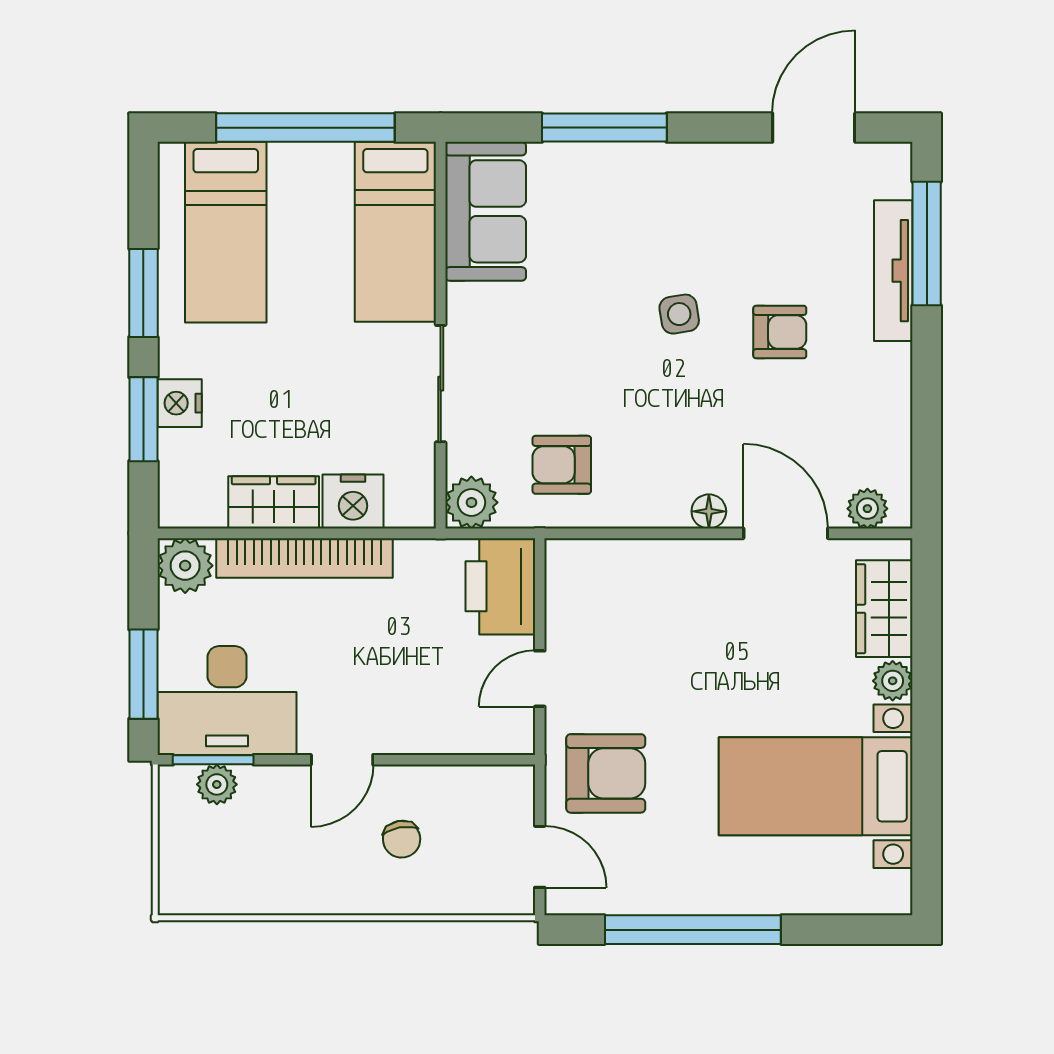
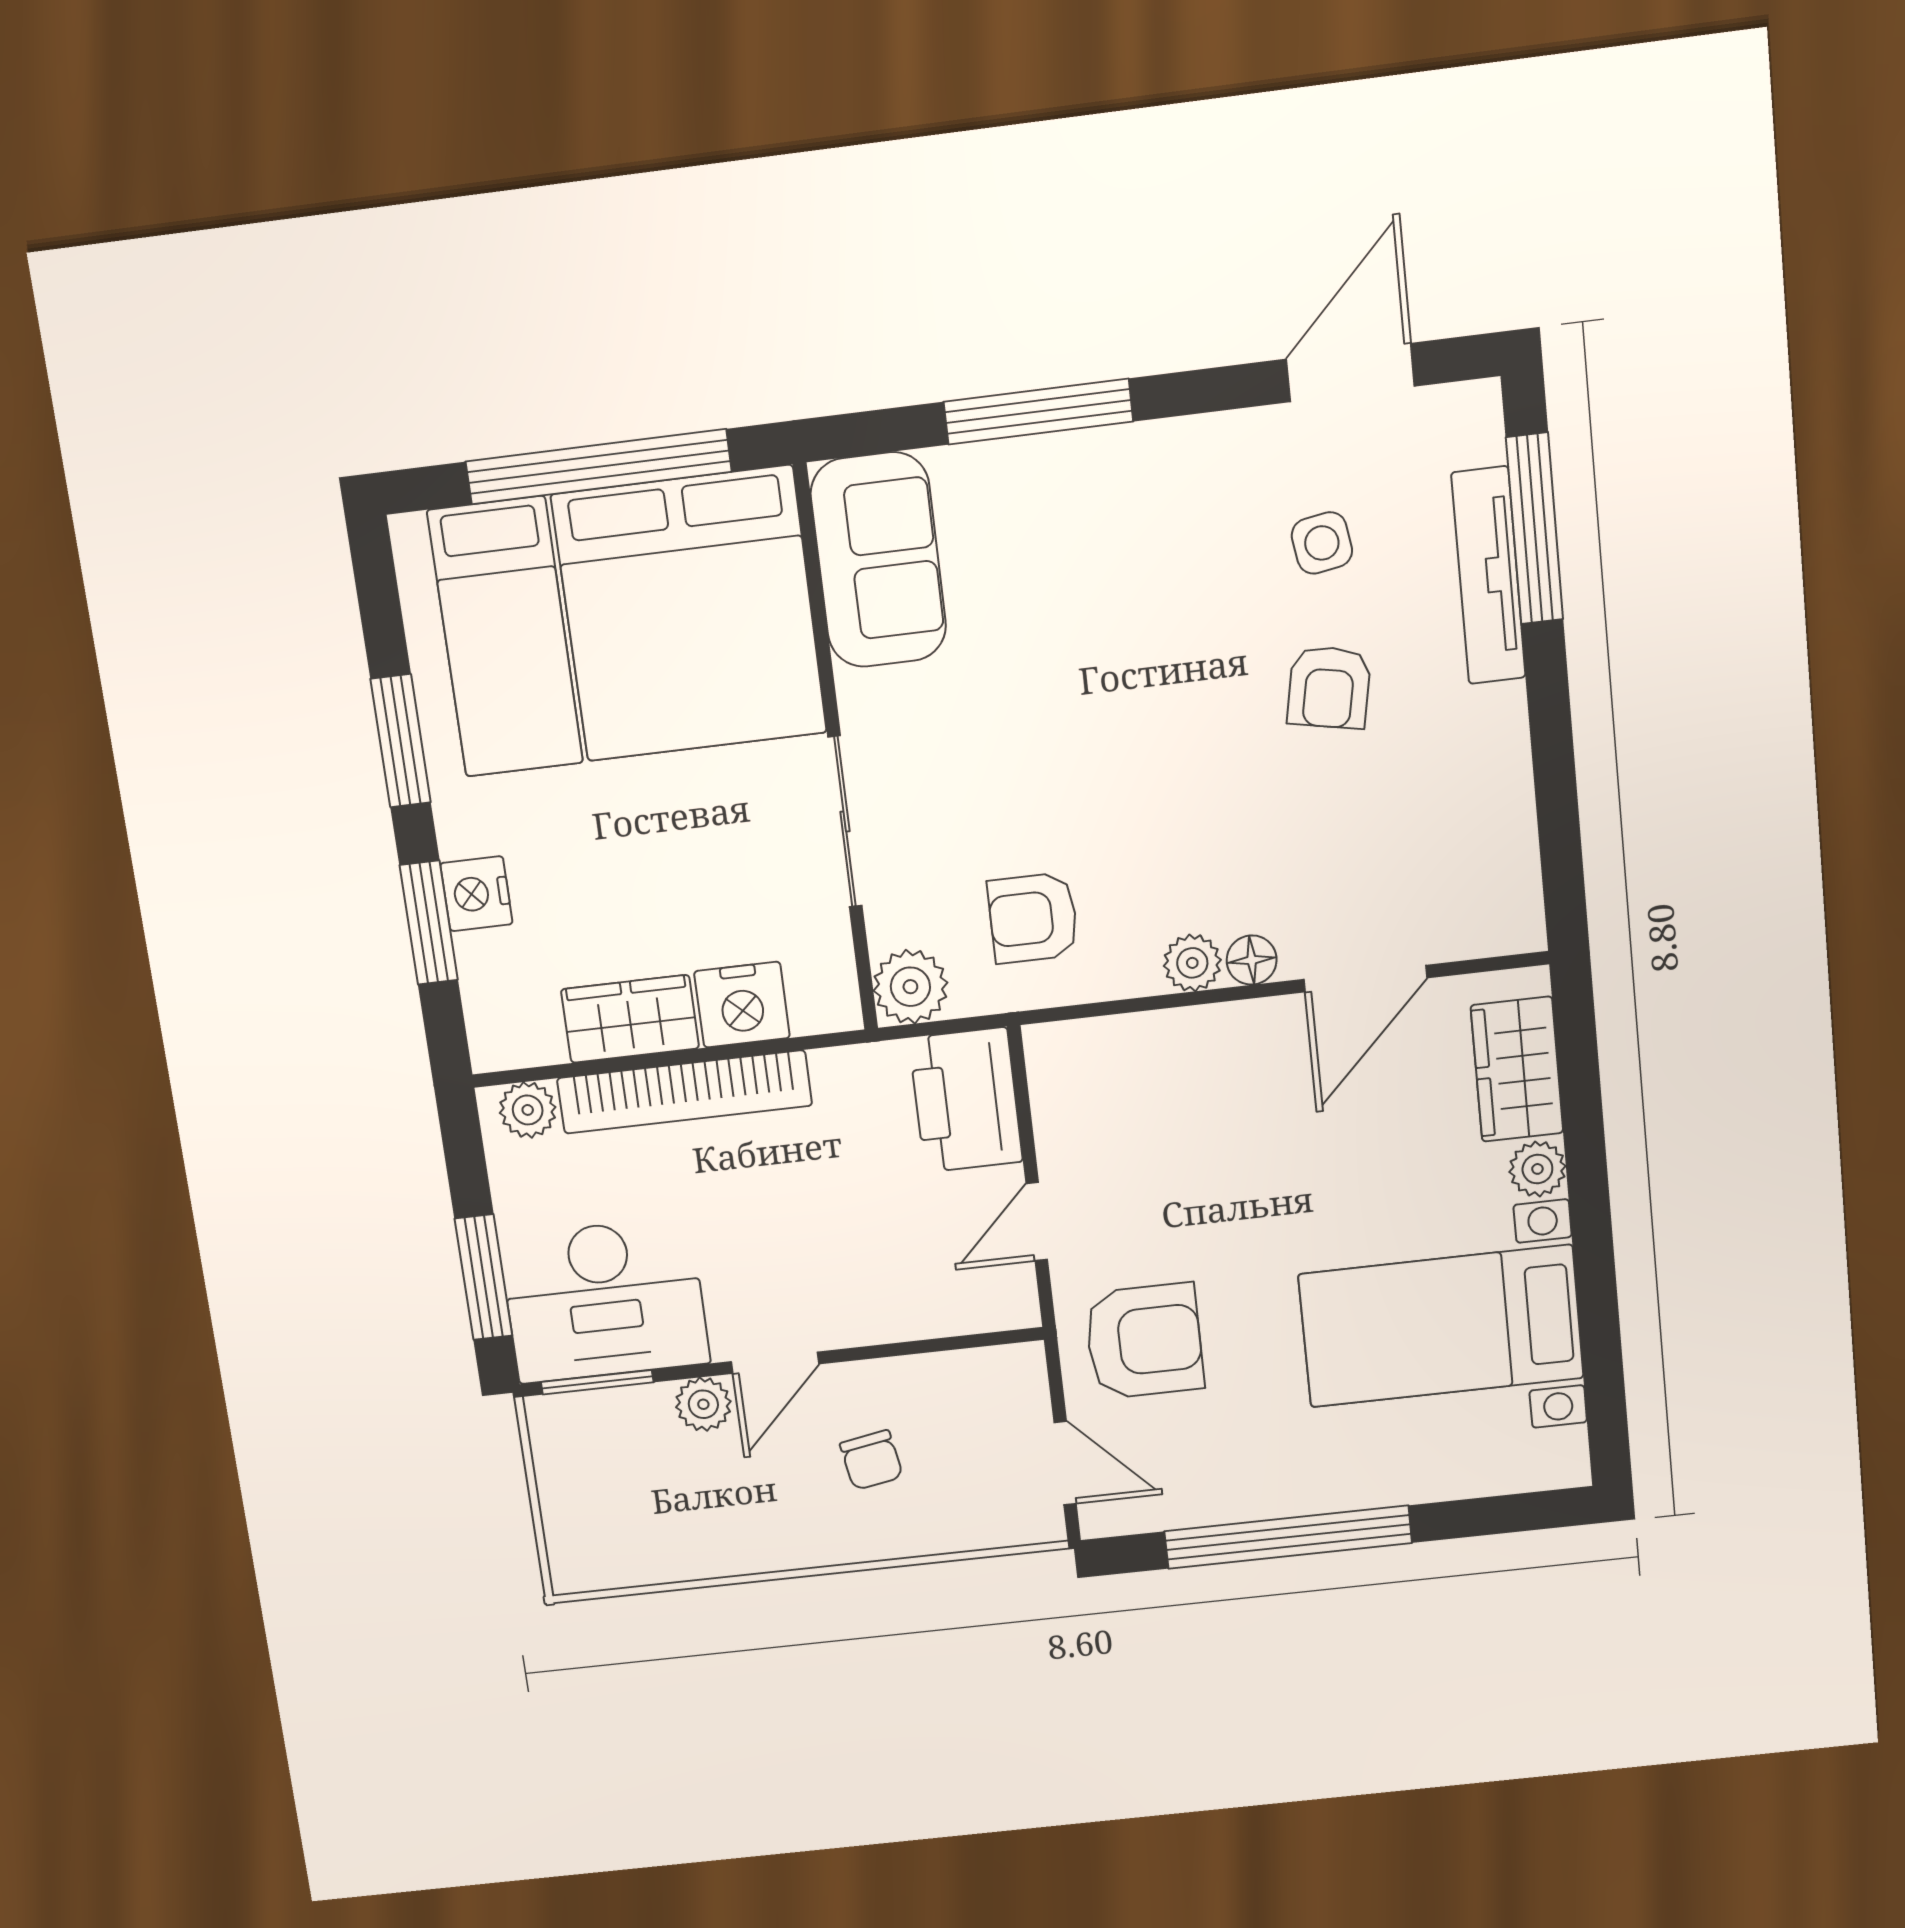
bed: (395, 232) -> (689, 614), width x2.04
side table: (679, 314) -> (1322, 543), moved
armchair: (780, 332) -> (1329, 687), turned 101
plant: (867, 509) -> (1192, 963), moved
door: (786, 533) -> (1365, 979), swing flipped
plant: (185, 566) -> (528, 1110), width x0.73, depth x0.73
plant: (217, 784) -> (703, 1404), moved

